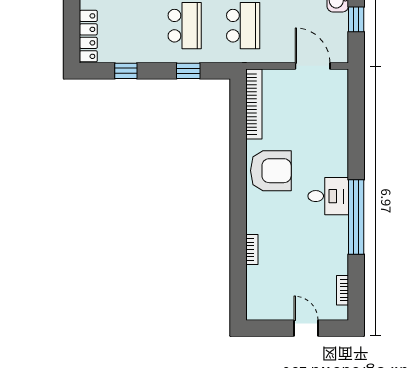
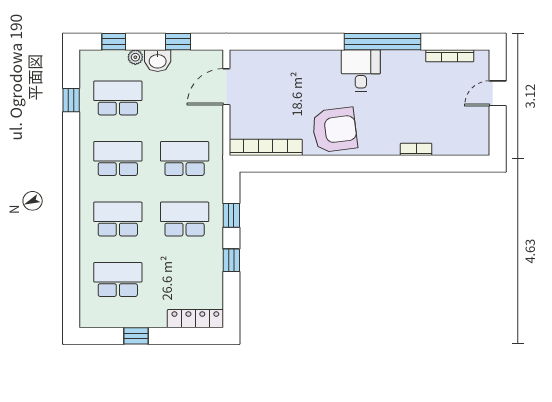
window: (126, 71) -> (231, 260), moved
armchair: (271, 171) -> (335, 130), turned 83
bookcase: (342, 290) -> (450, 56), width x1.56

